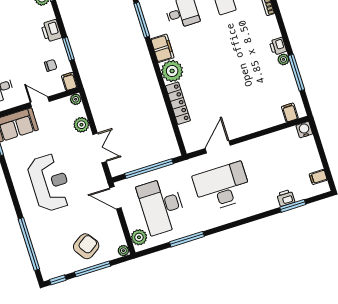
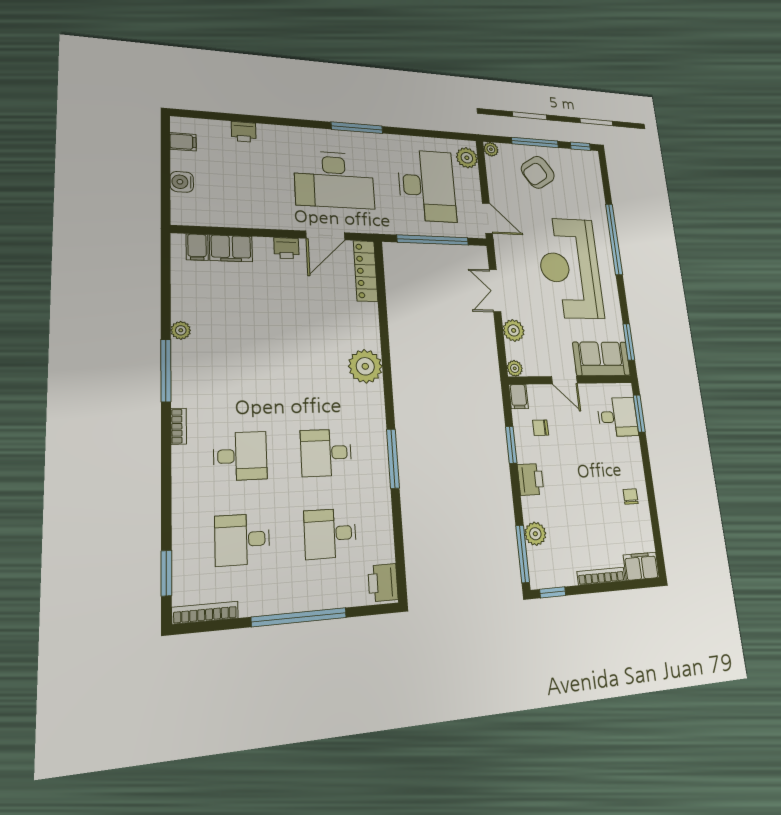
printer: (278, 46) -> (286, 248), moved, turned 90
filing cabinet: (162, 48) -> (231, 248), moved, turned -90
window: (296, 73) -> (166, 370), moved
locker: (178, 103) -> (366, 271), moved
water cooler: (304, 130) -> (182, 182), moved, turned 90
reception desk: (50, 183) -> (570, 268), width x1.36, depth x1.30
window: (293, 206) -> (236, 118), removed
window: (187, 239) -> (357, 128), moved
window: (29, 244) -> (614, 239), moved

